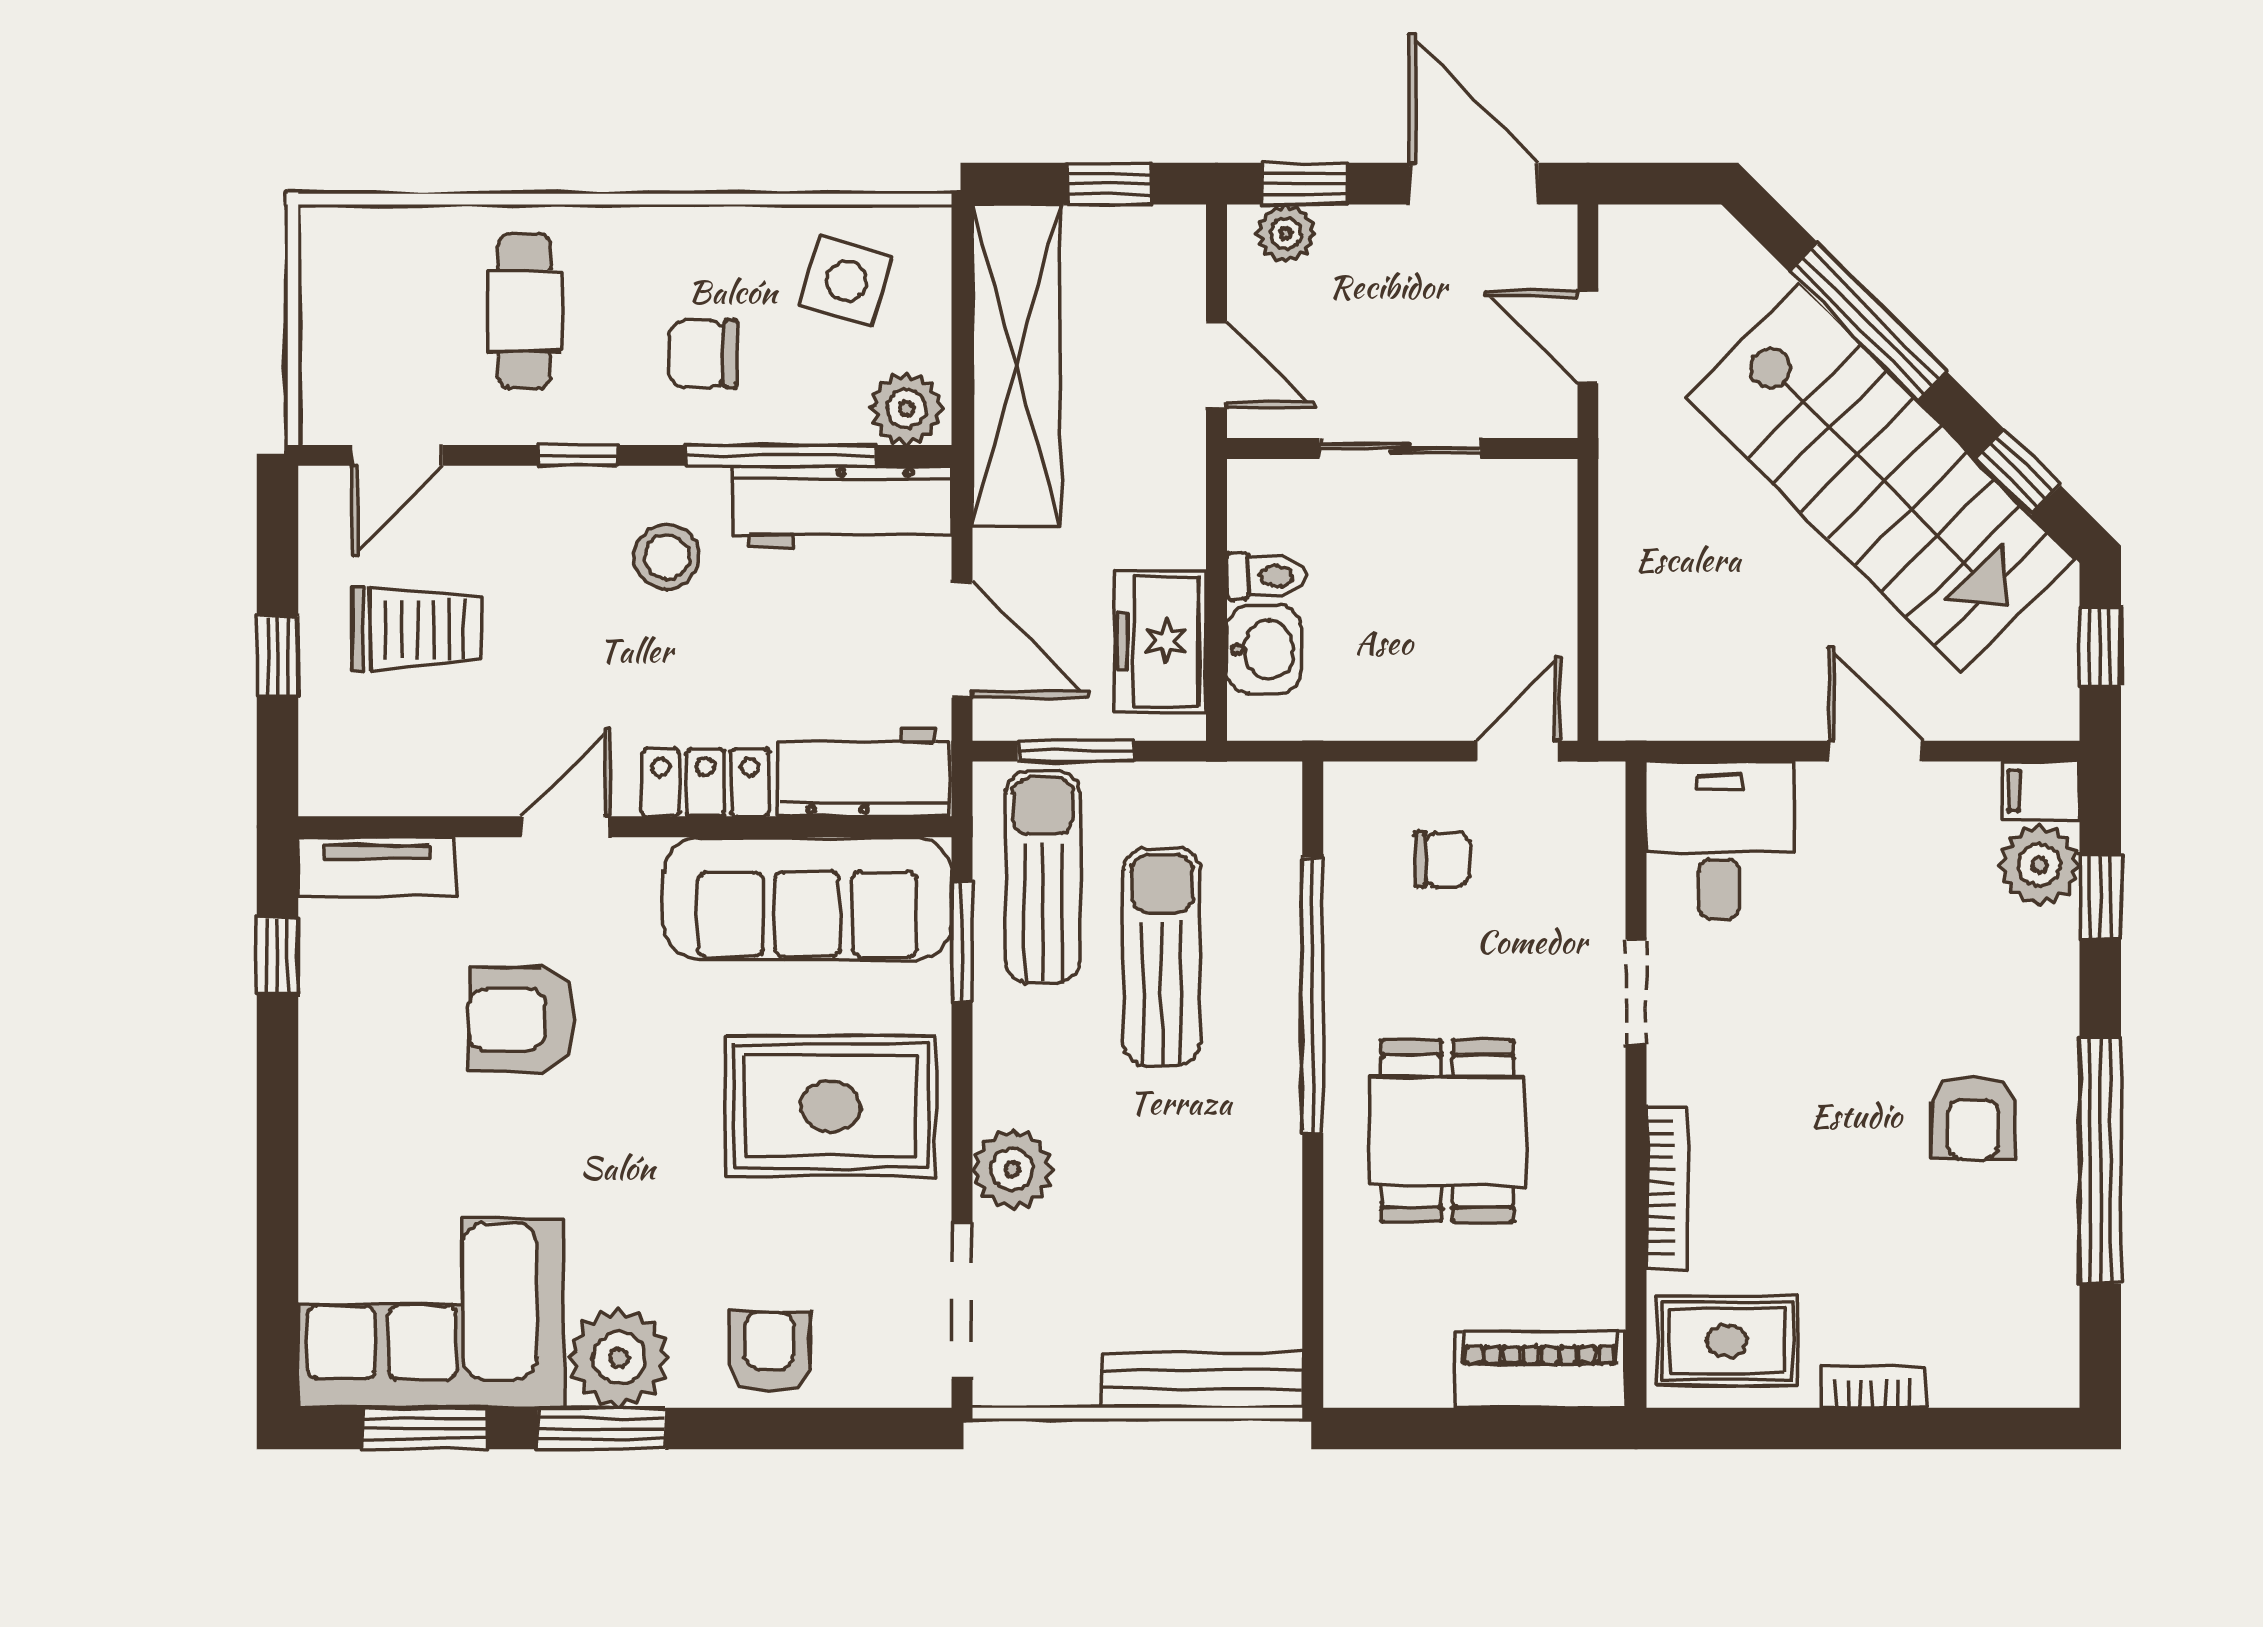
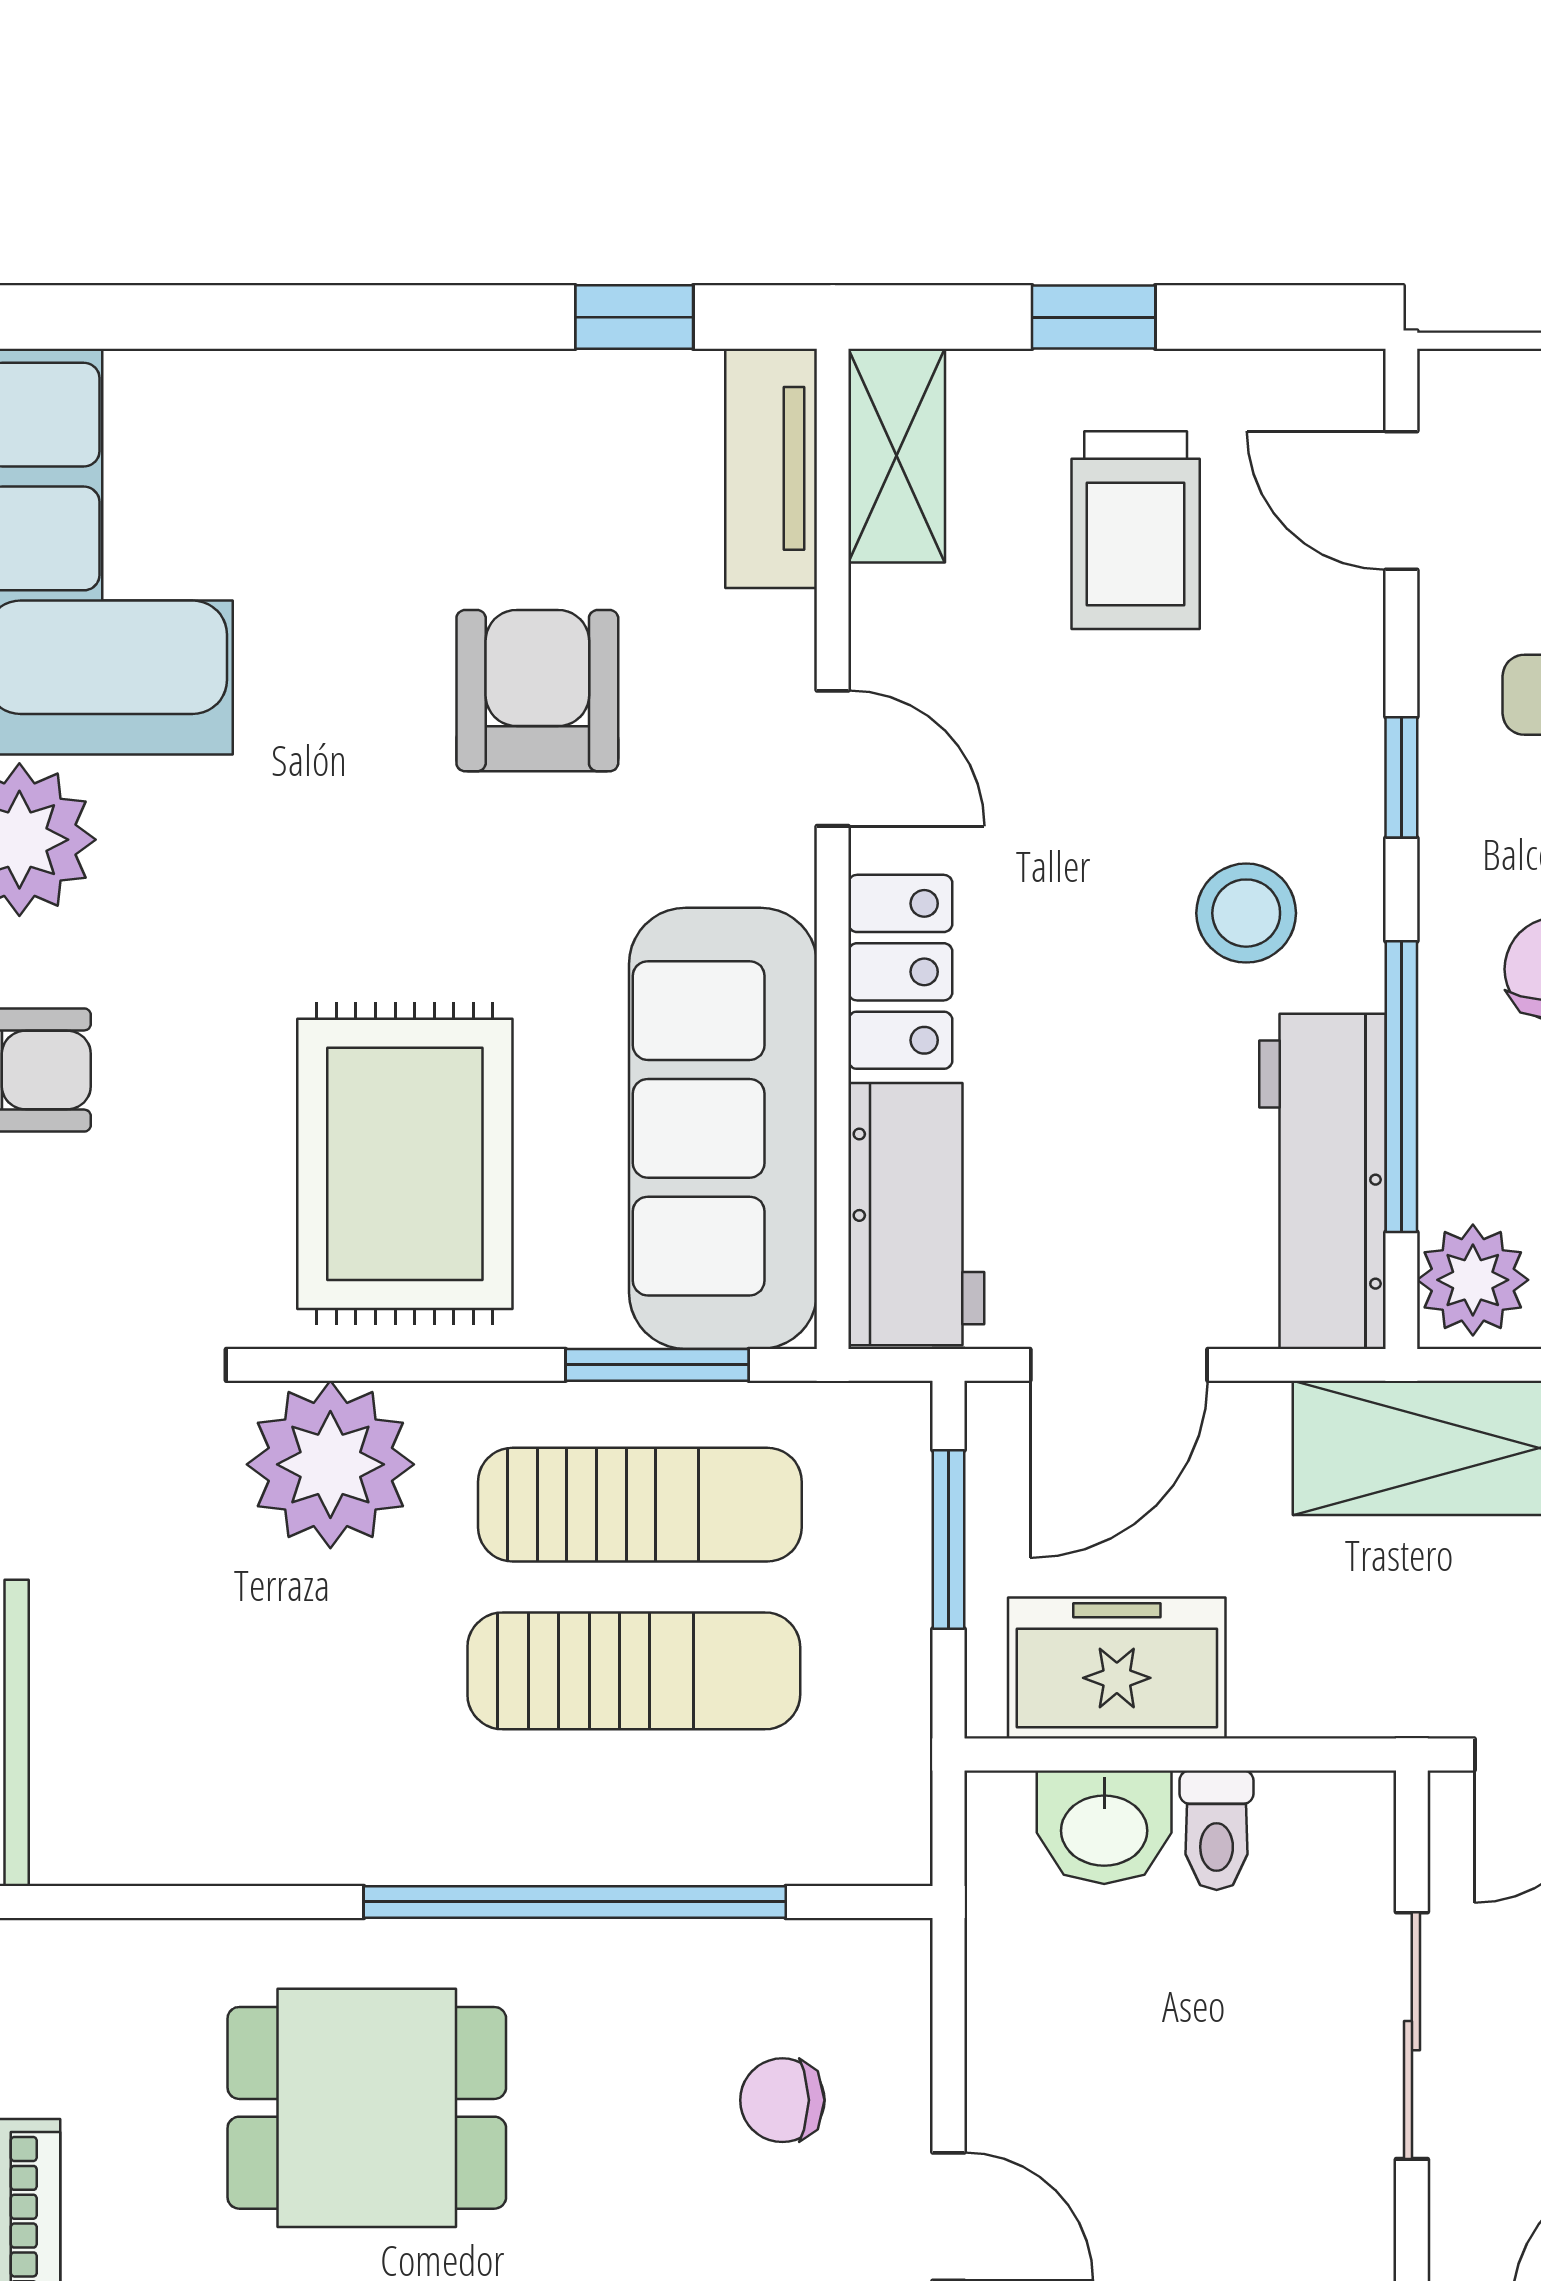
shelving: (368, 785) -> (897, 456), added
chair: (1442, 860) -> (782, 2100), turned 90
sun lounger: (1043, 877) -> (640, 1505), moved
plant: (1012, 1169) -> (330, 1464), width x1.36, depth x1.36

